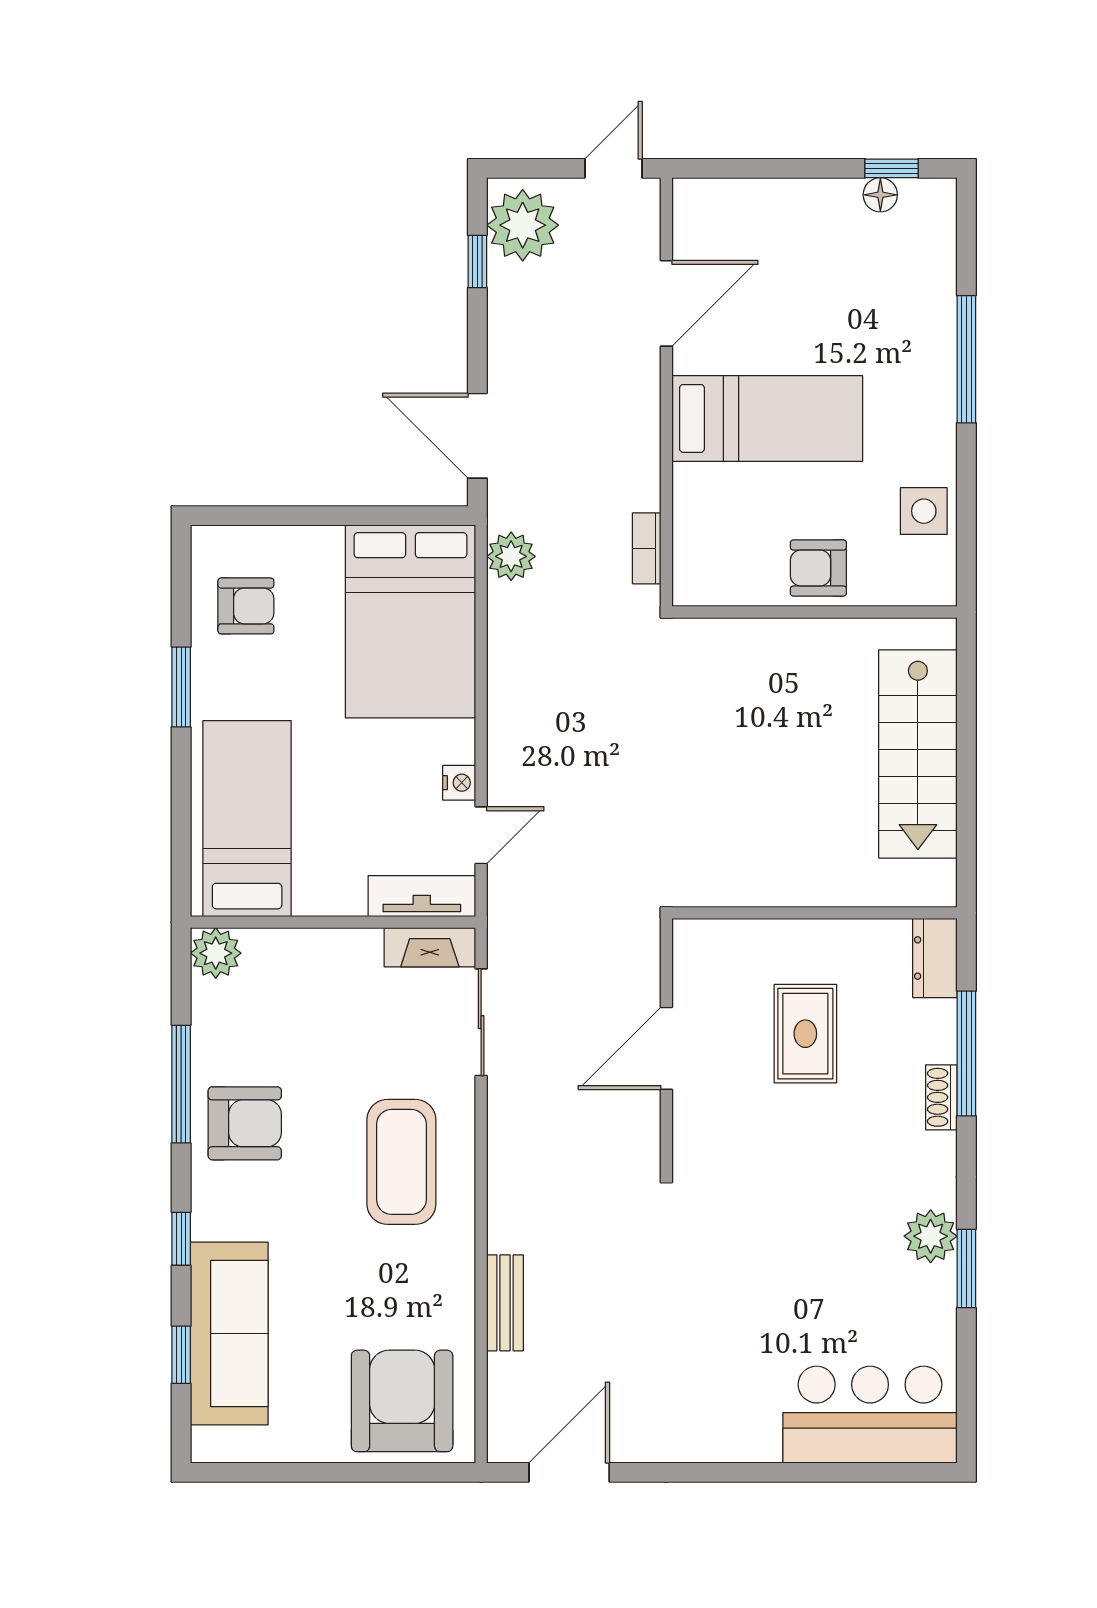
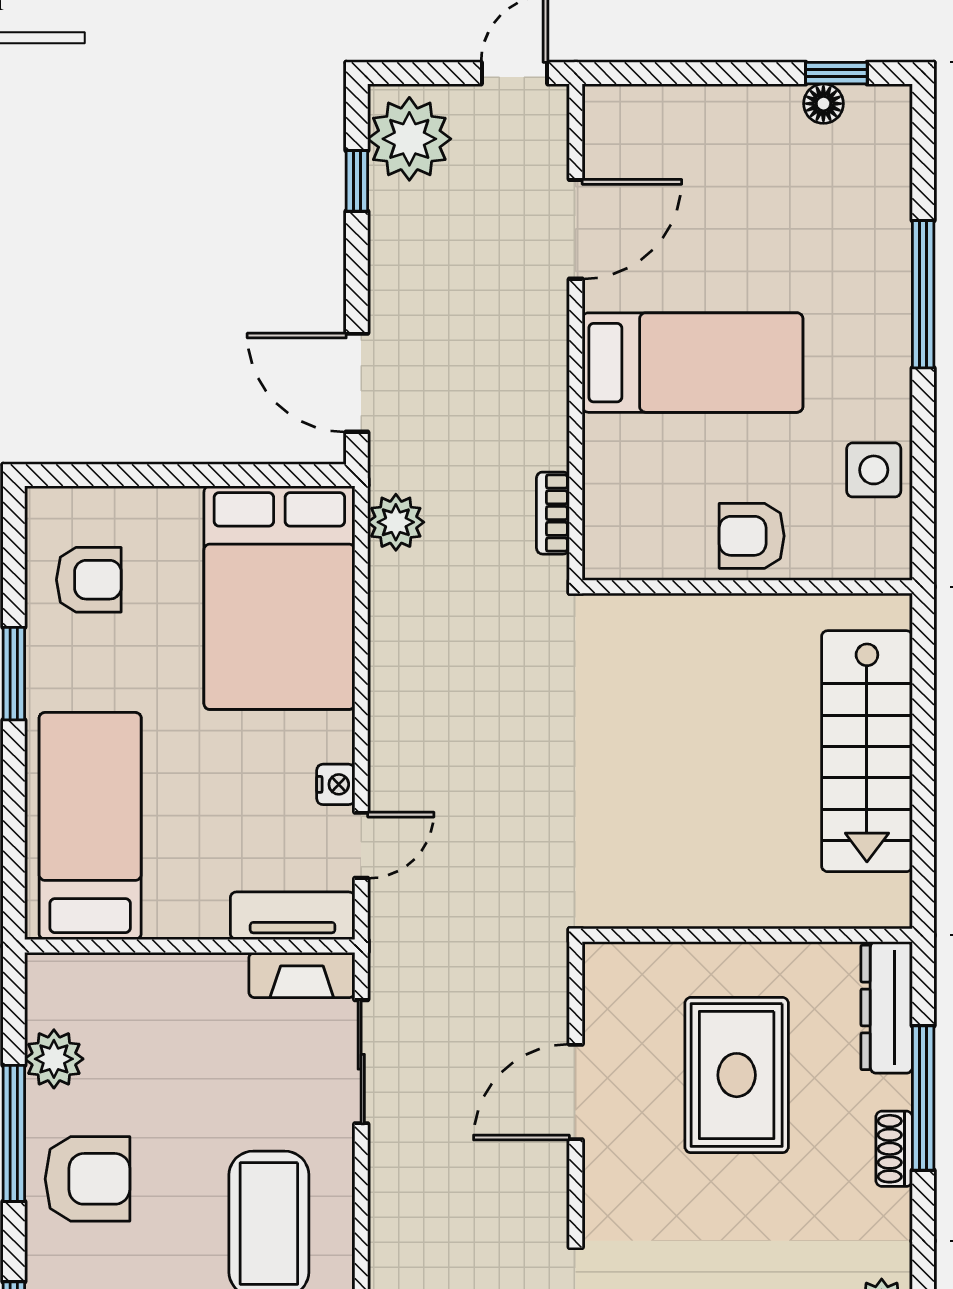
plant: (216, 953) -> (54, 1059), moved
dresser: (935, 958) -> (887, 1007), width x1.44
rug: (805, 1034) -> (737, 1075), width x1.36, depth x1.43

